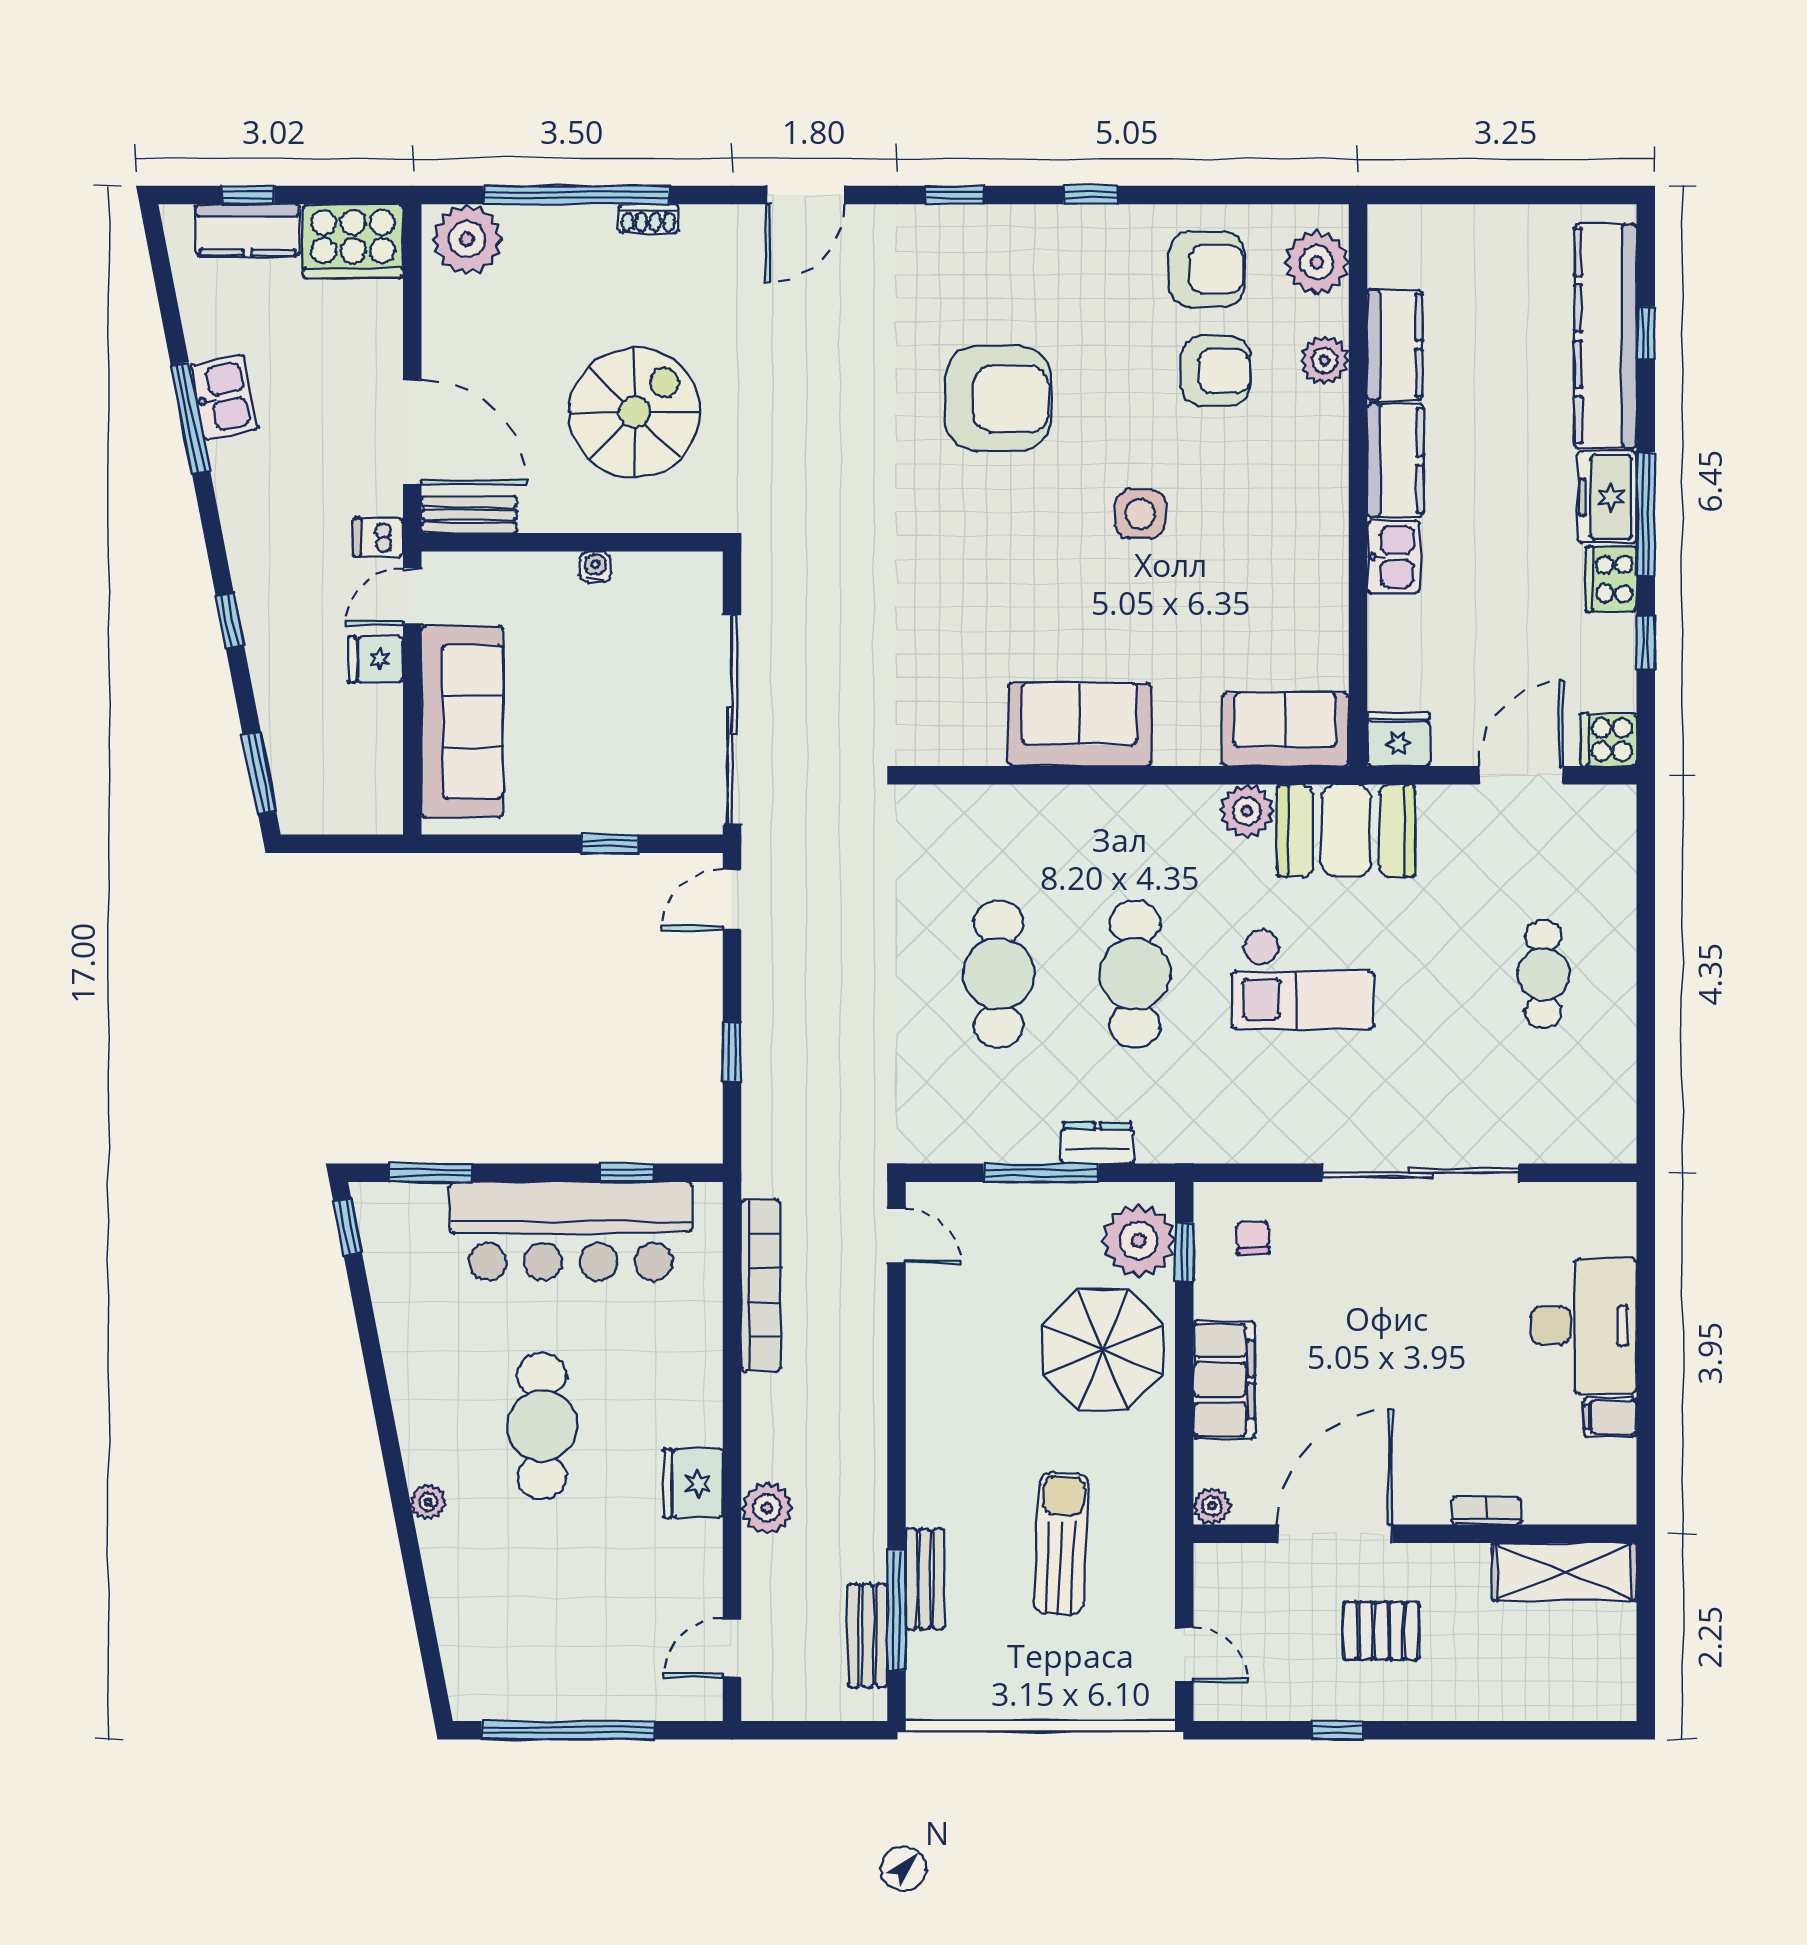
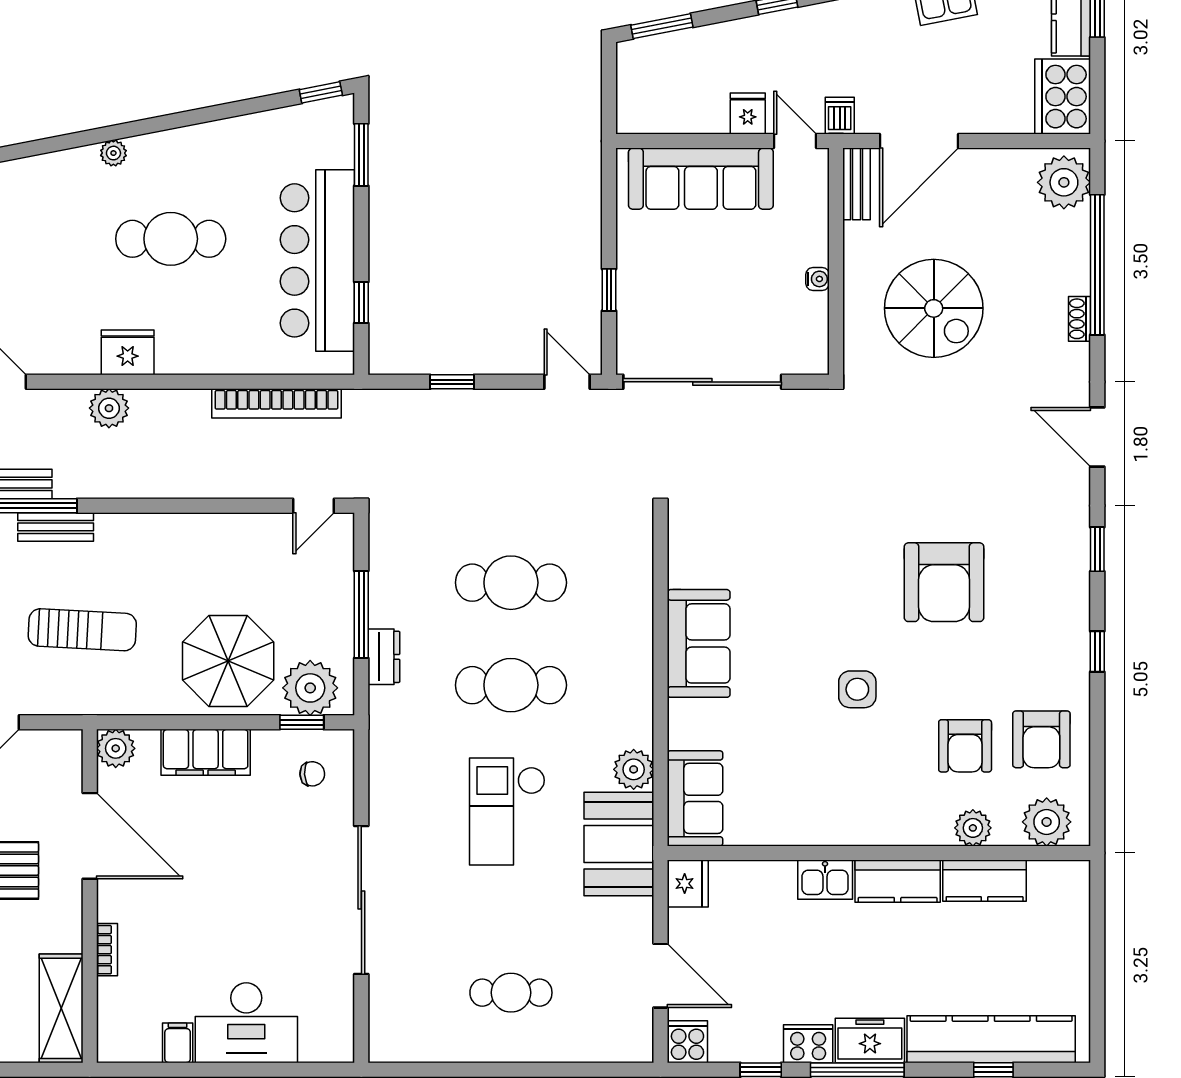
plant: (1212, 1506) -> (116, 748), width x1.38, depth x1.38

